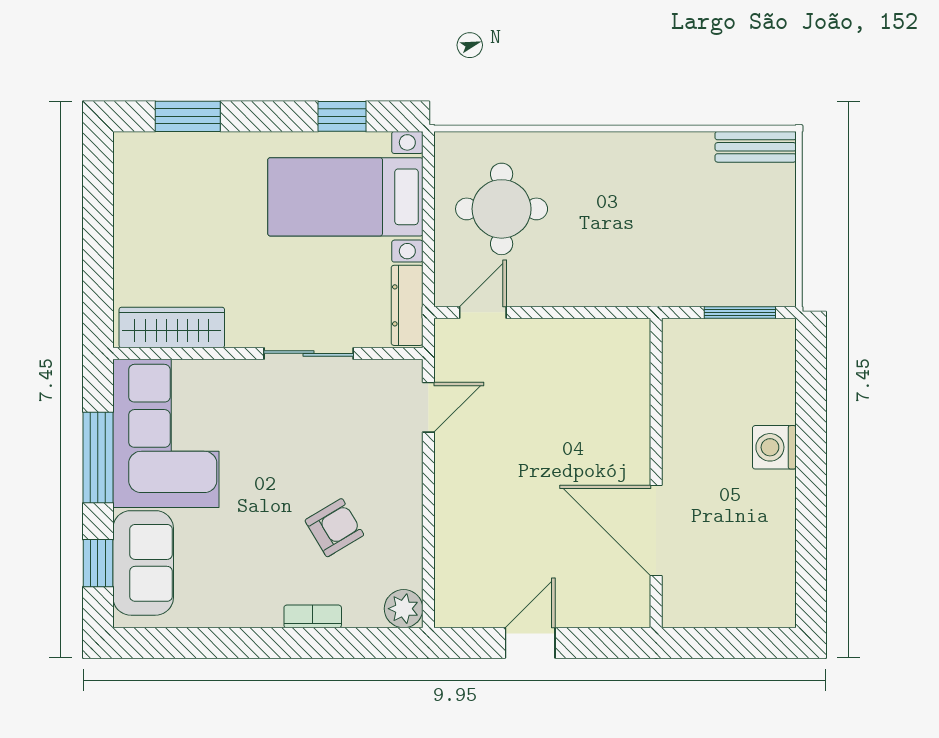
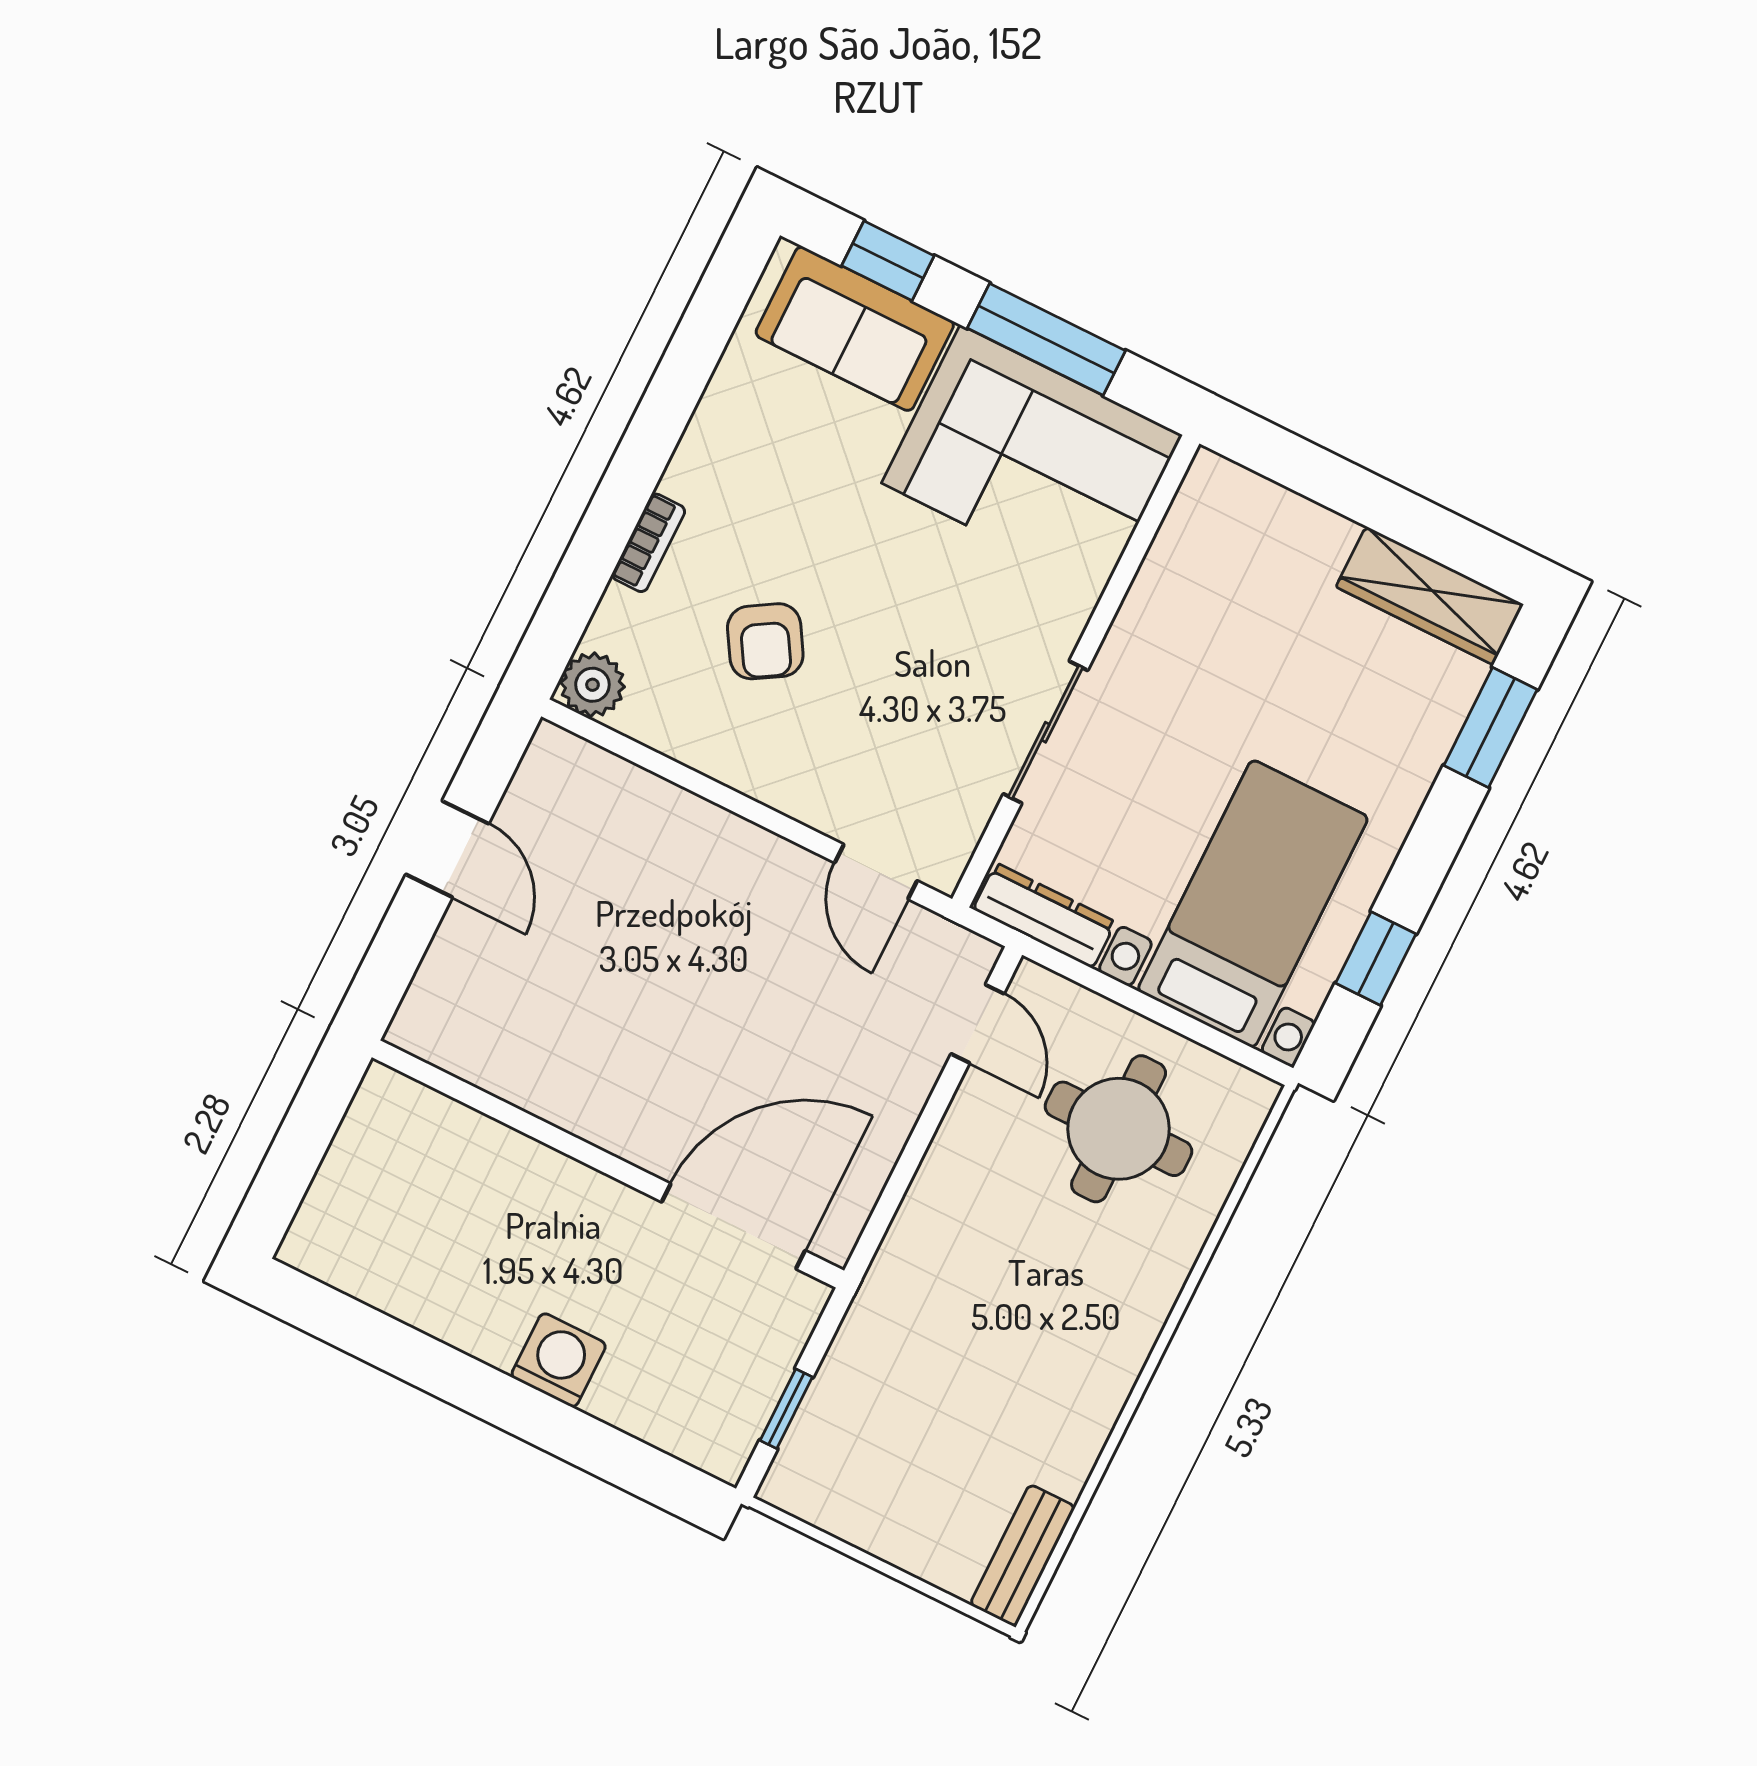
window: (740, 312) -> (786, 1409), width x0.67
wardrobe: (172, 328) -> (1430, 596), moved, turned 90
door: (656, 530) -> (733, 1226), moved

